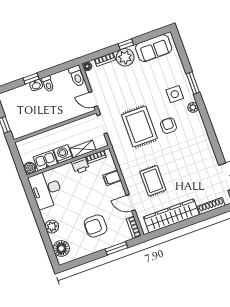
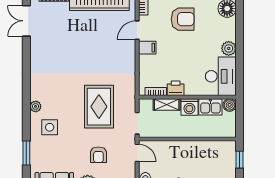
window: (193, 83) -> (26, 153), moved
armchair: (168, 126) -> (98, 155), moved
filing cabinet: (112, 178) -> (147, 48), moved
rug: (153, 181) -> (105, 45), removed
door: (131, 203) -> (137, 30), swing flipped
plant: (52, 226) -> (229, 48), moved

